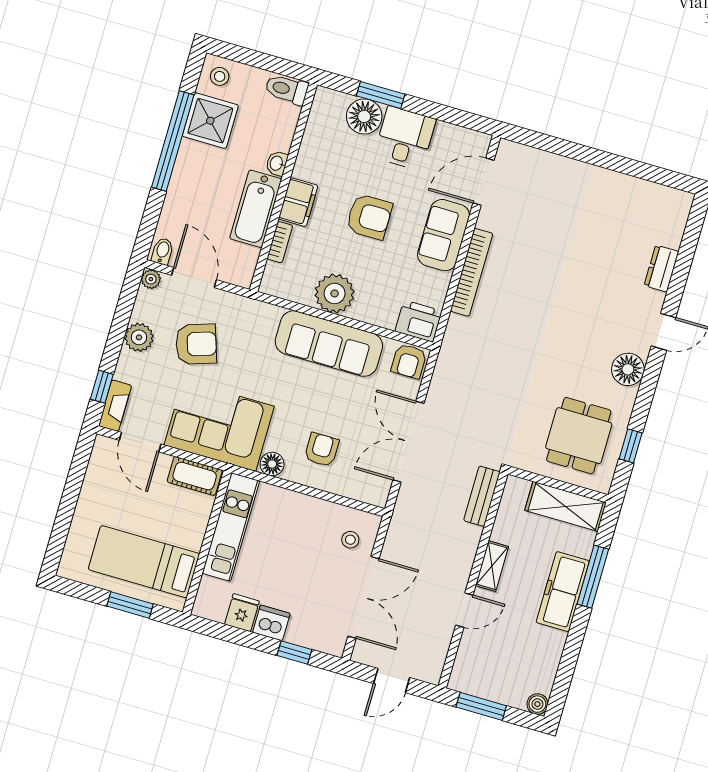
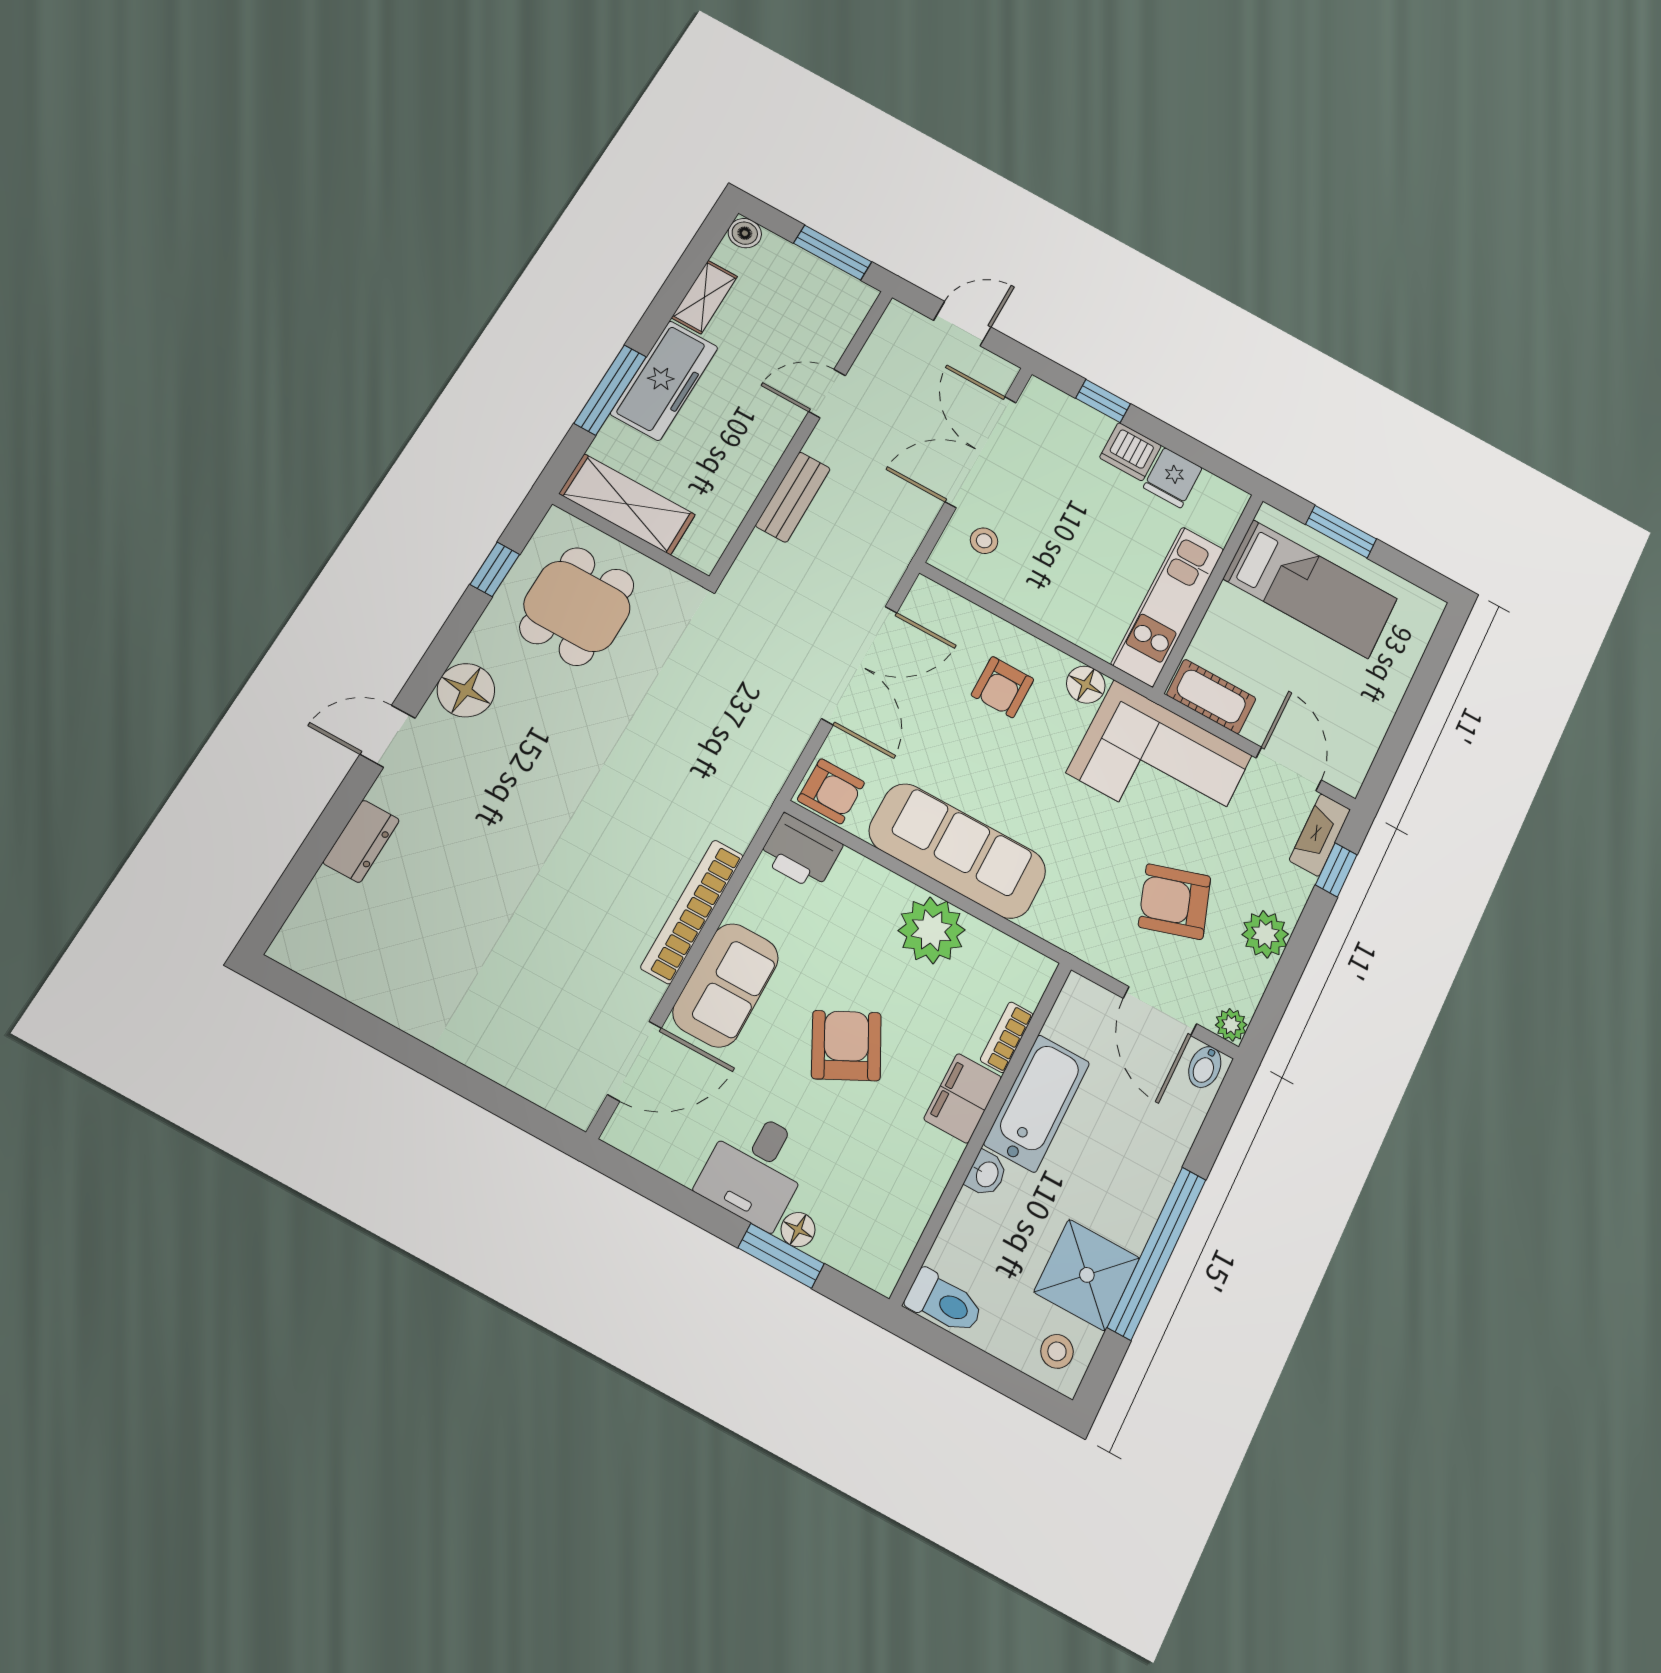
floor lamp: (364, 116) -> (798, 1230), width x0.53, depth x0.53
armchair: (369, 217) -> (846, 1046), turned 63
armchair: (409, 361) -> (831, 791), turned 90
bench: (482, 496) -> (793, 497), moved
shelving: (492, 566) -> (704, 297), moved

